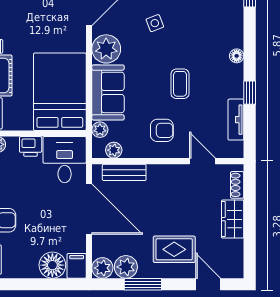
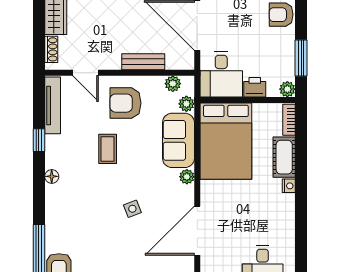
plant: (106, 49) -> (187, 177), width x0.53, depth x0.53
tv unit: (236, 120) -> (53, 105), width x1.41
armchair: (162, 130) -> (125, 103), width x1.38, depth x1.38
bench: (124, 172) -> (143, 62), moved

